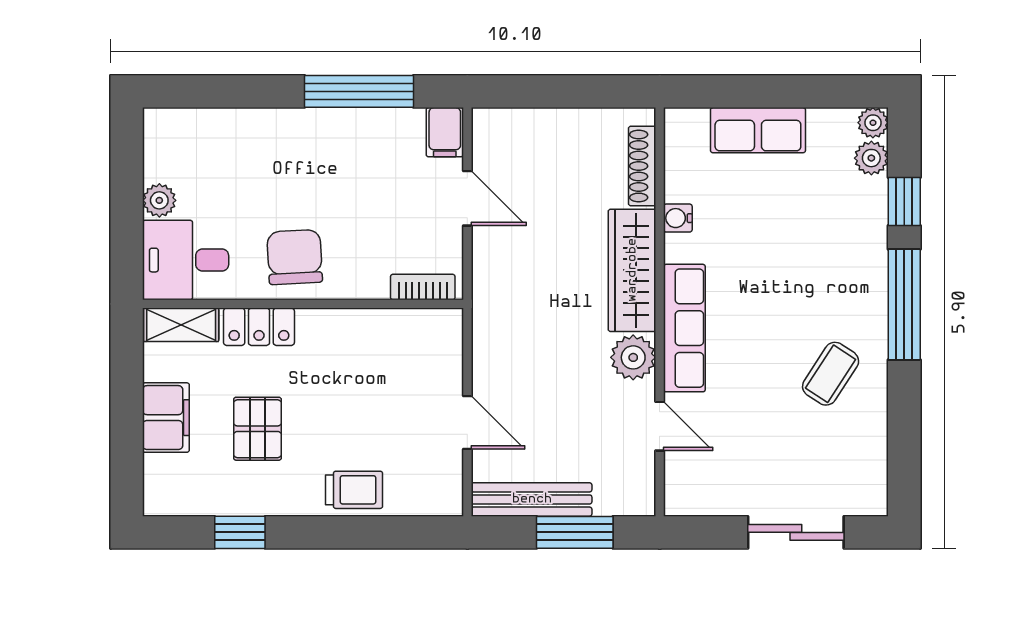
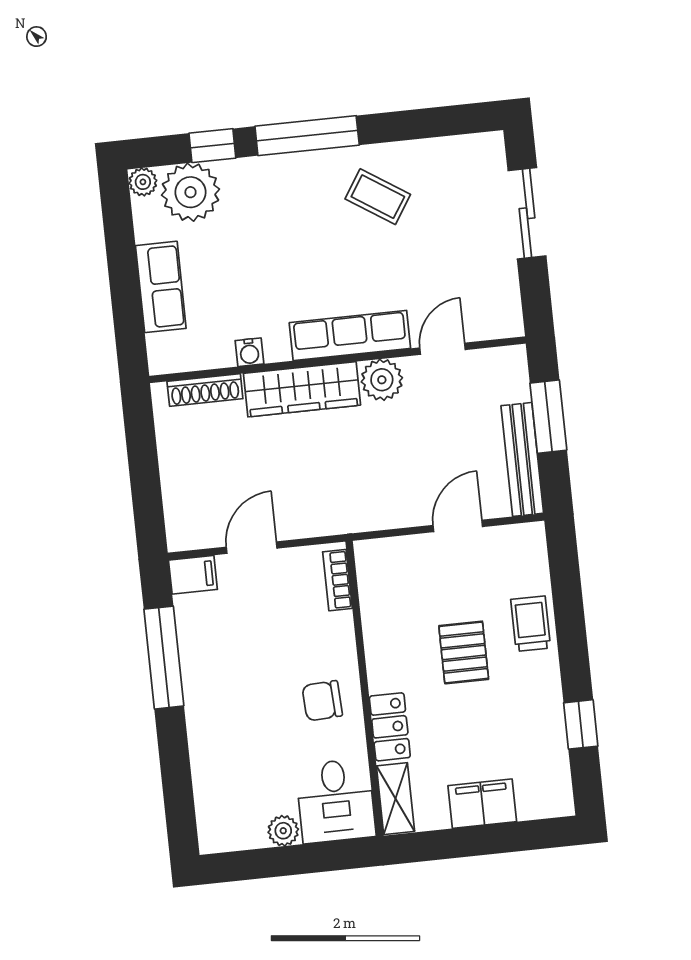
plant: (871, 158) -> (190, 192), width x1.88, depth x1.88
chair: (295, 257) -> (322, 701), width x0.73, depth x0.73
pallet: (257, 429) -> (464, 652), moved, turned 90

